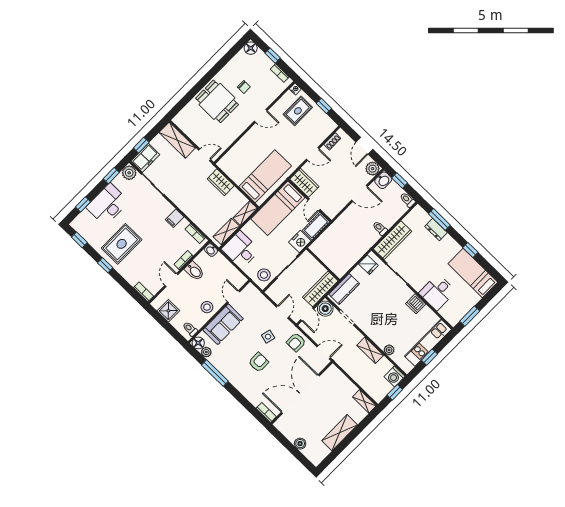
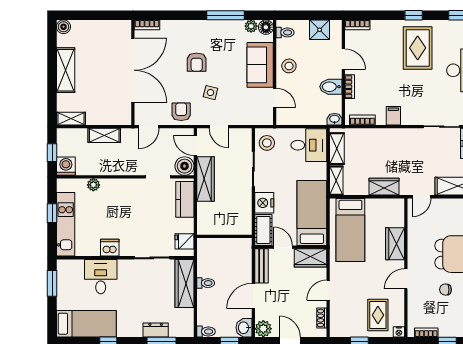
wardrobe: (247, 143) -> (395, 244), added
bench: (338, 206) -> (261, 266), added
wall: (323, 264) -> (224, 236), moved
shelving: (370, 350) -> (104, 135), moved
boiler: (300, 444) -> (64, 27), moved

